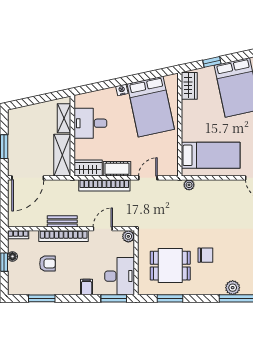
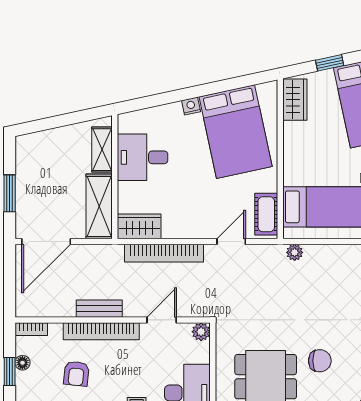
cot: (117, 169) -> (266, 214), moved, turned 90
armchair: (47, 264) -> (76, 374), turned 96

